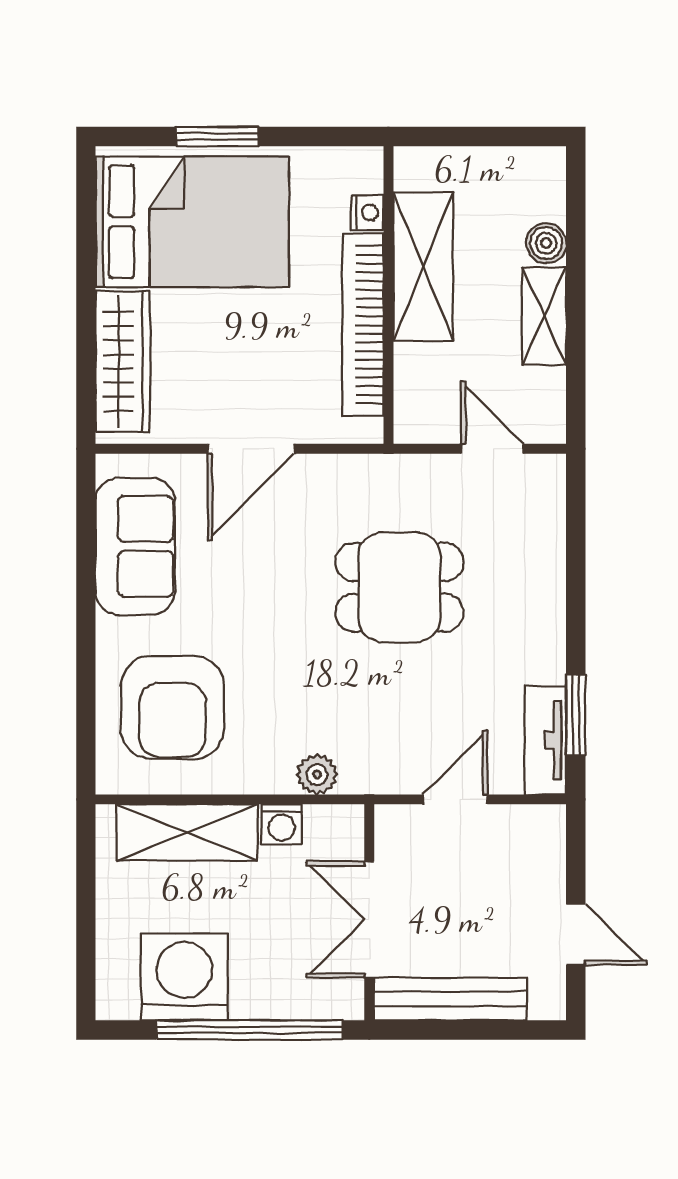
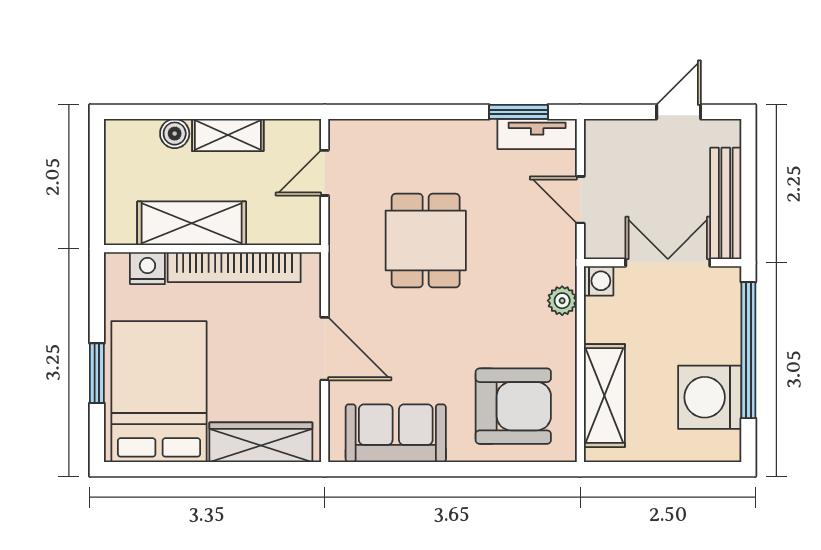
nightstand: (367, 213) -> (147, 268), width x1.39, depth x1.35
washing machine: (282, 824) -> (599, 281), moved
double door: (369, 919) -> (668, 263), swing flipped

